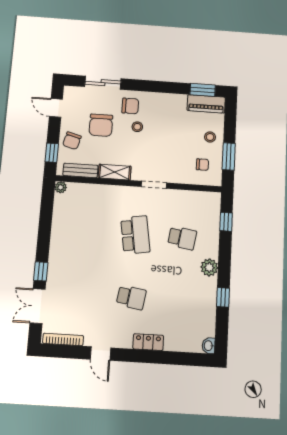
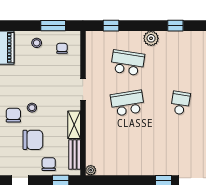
chair: (72, 141) -> (49, 164), turned -105
school desk: (182, 238) -> (127, 63), width x1.85

